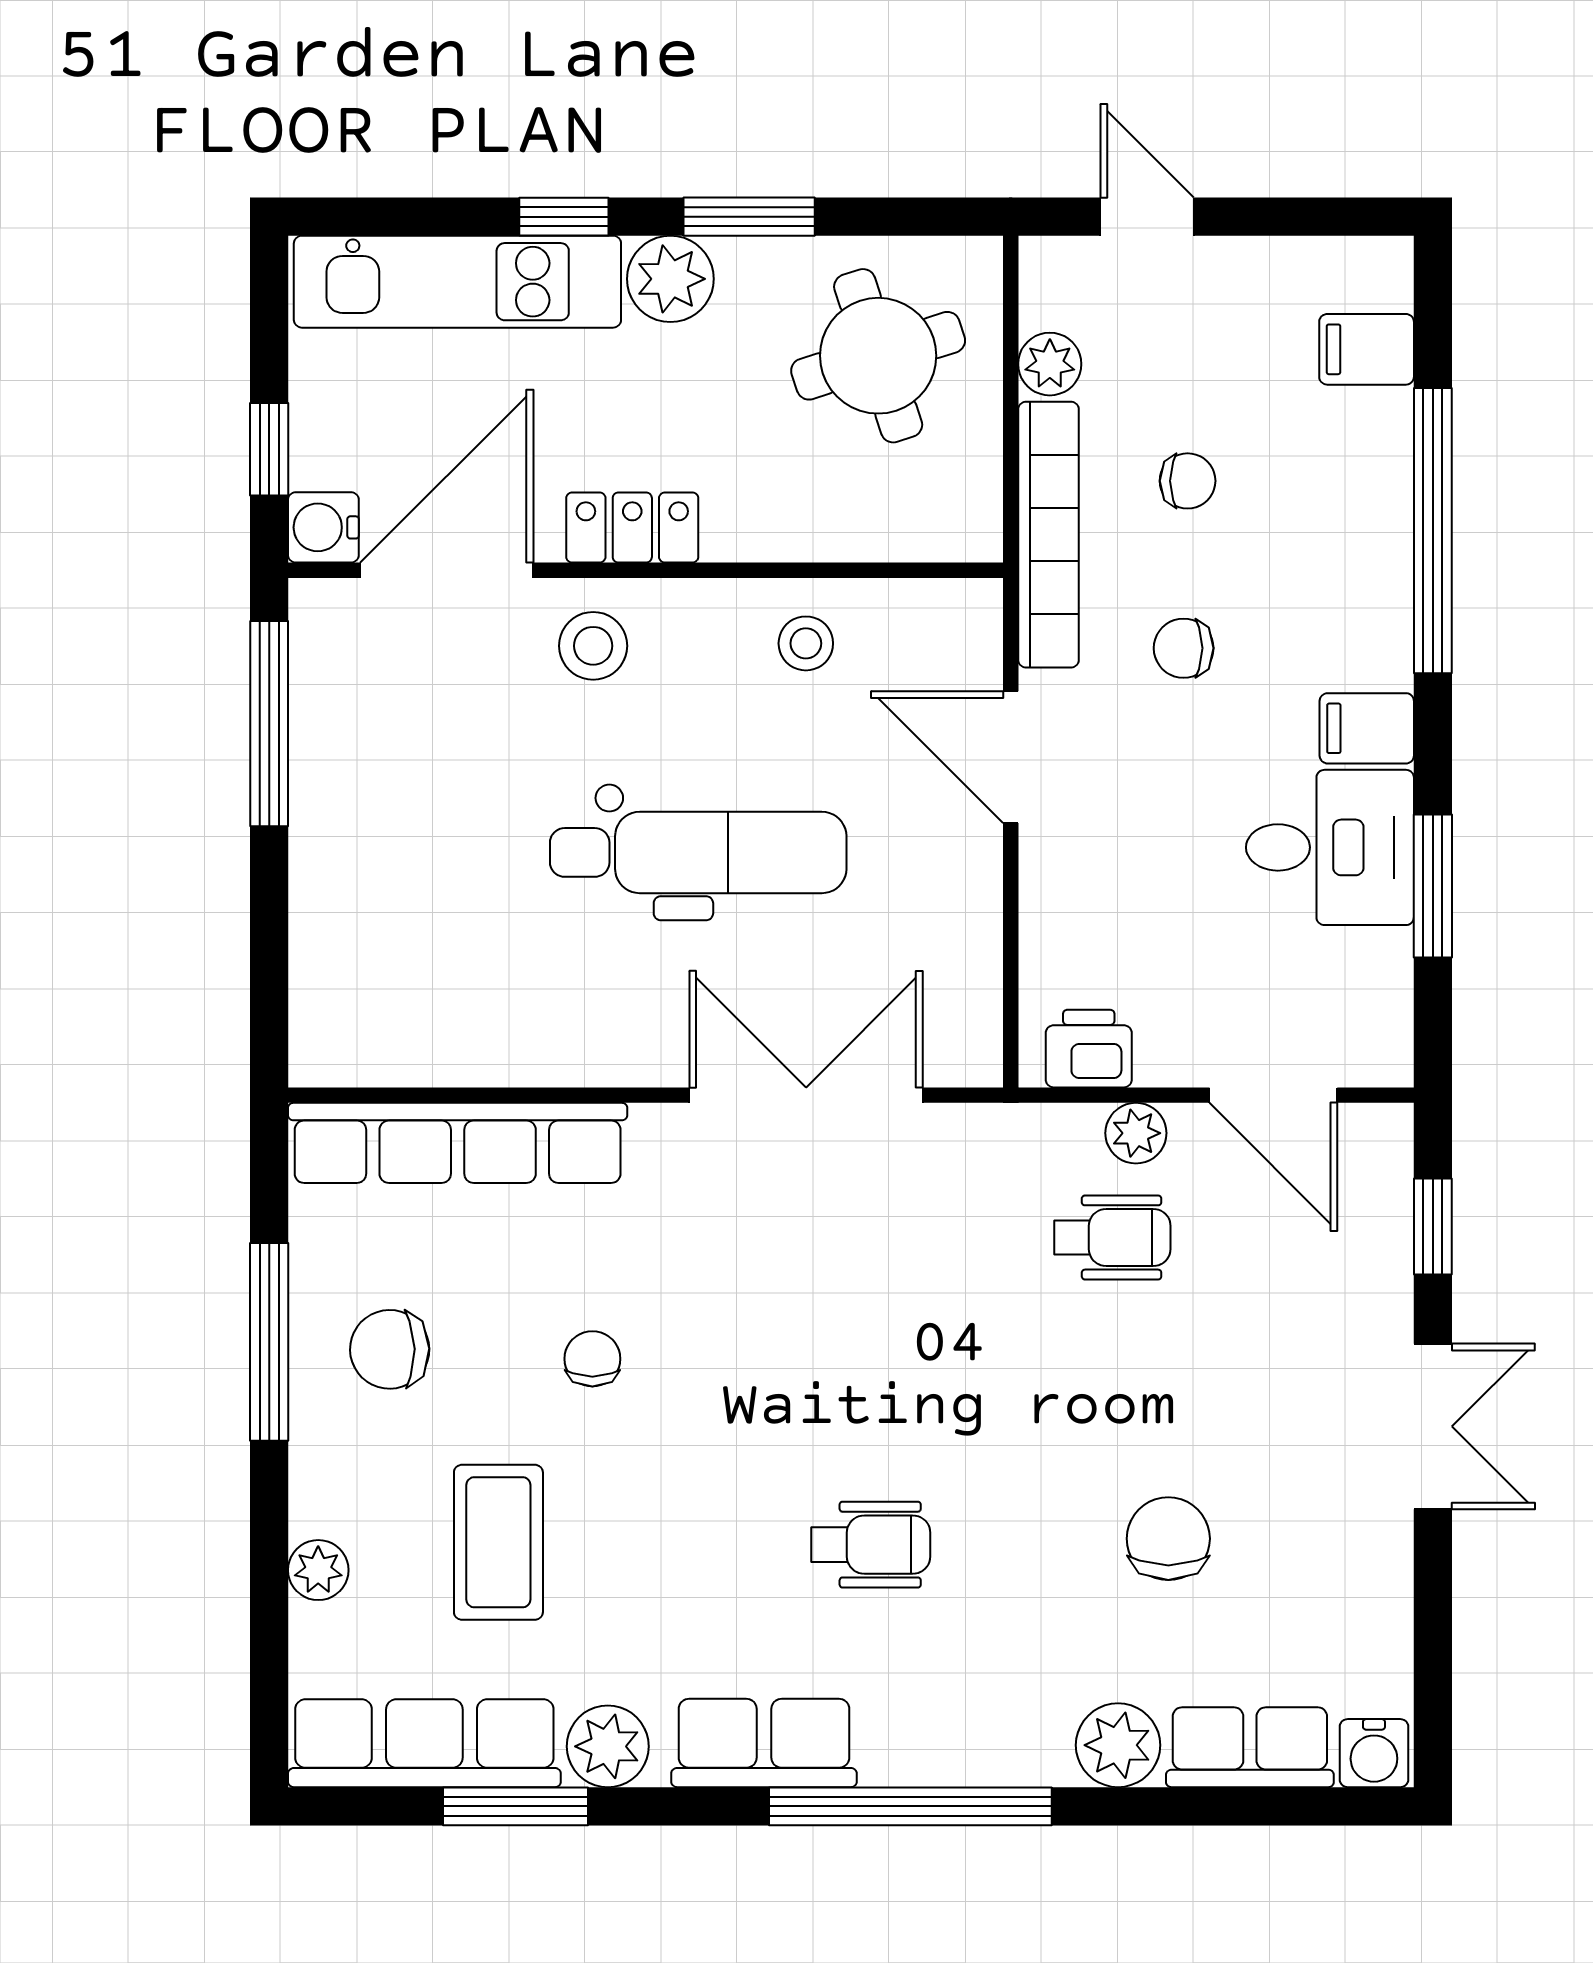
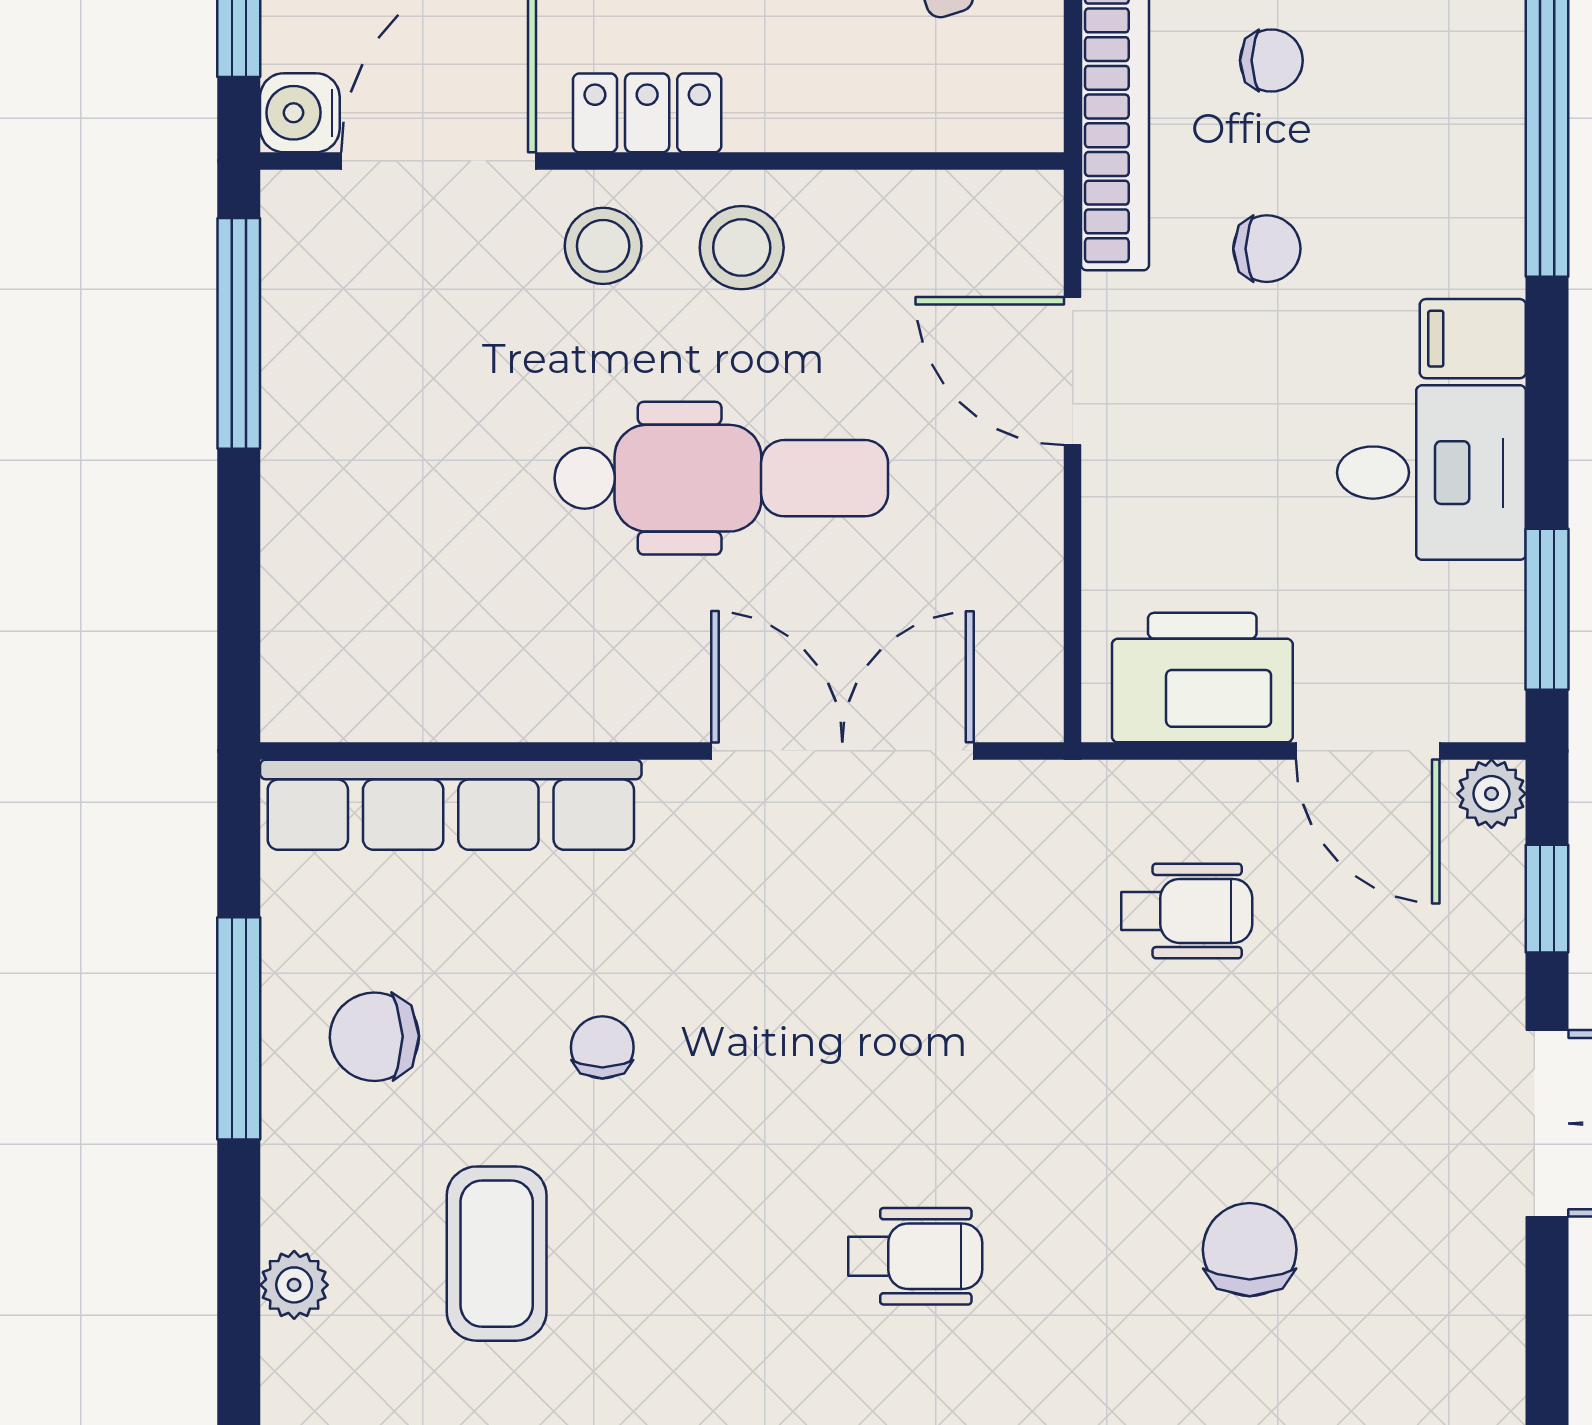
stool: (806, 643) -> (742, 248), moved, width x1.37, depth x1.37
chair: (1184, 648) -> (1267, 249), turned 180
window: (1433, 886) -> (1547, 609), moved
printer: (1089, 1049) -> (1202, 678), width x1.87, depth x1.48
plant: (1136, 1133) -> (1491, 794), moved

